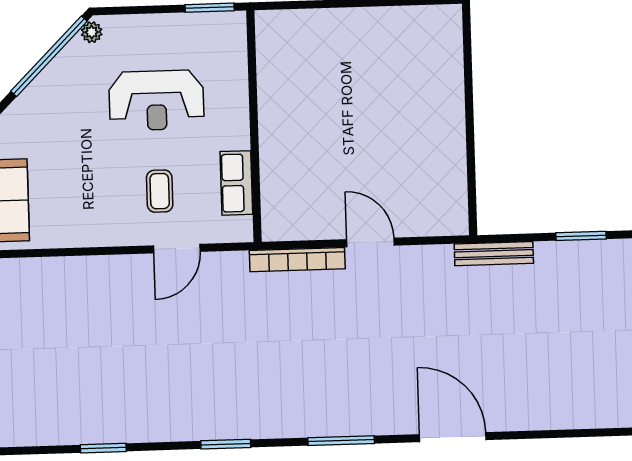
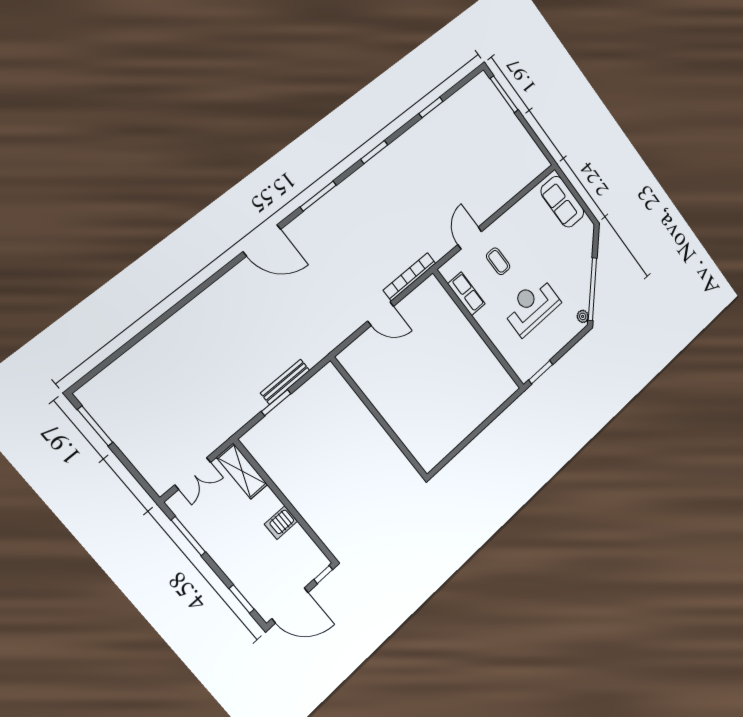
bench: (494, 254) -> (285, 382), moved

